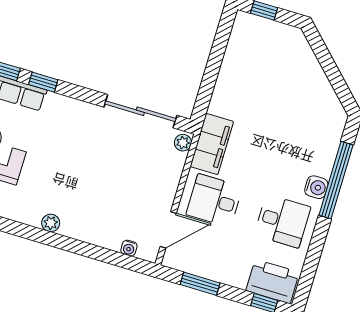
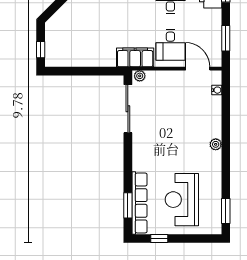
window: (43, 82) -> (128, 176), removed

